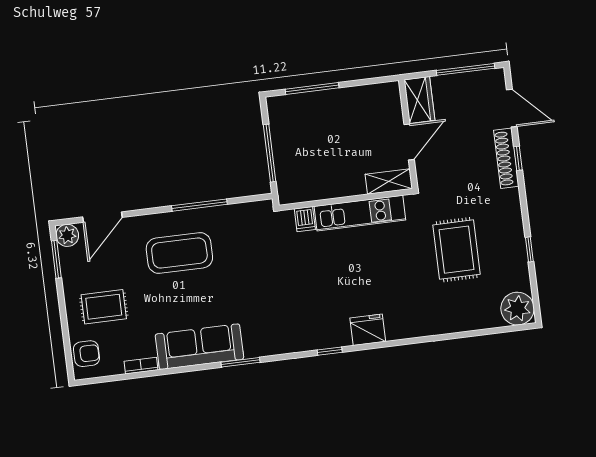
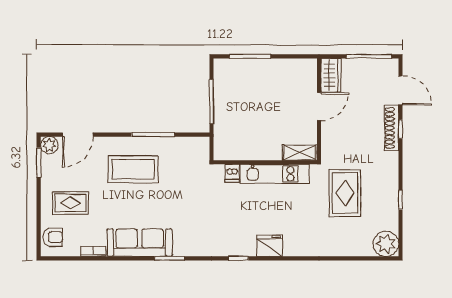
shelving: (389, 181) -> (300, 153), moved
wall: (346, 200) -> (265, 162), moved
kitchen unit: (360, 213) -> (275, 174), moved
dishwasher: (305, 219) -> (232, 173), moved

